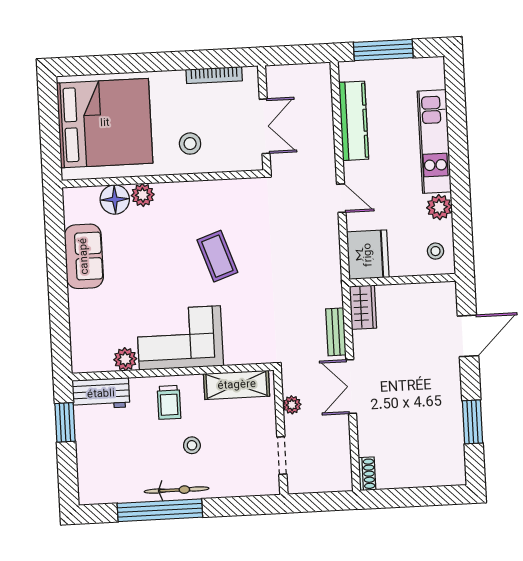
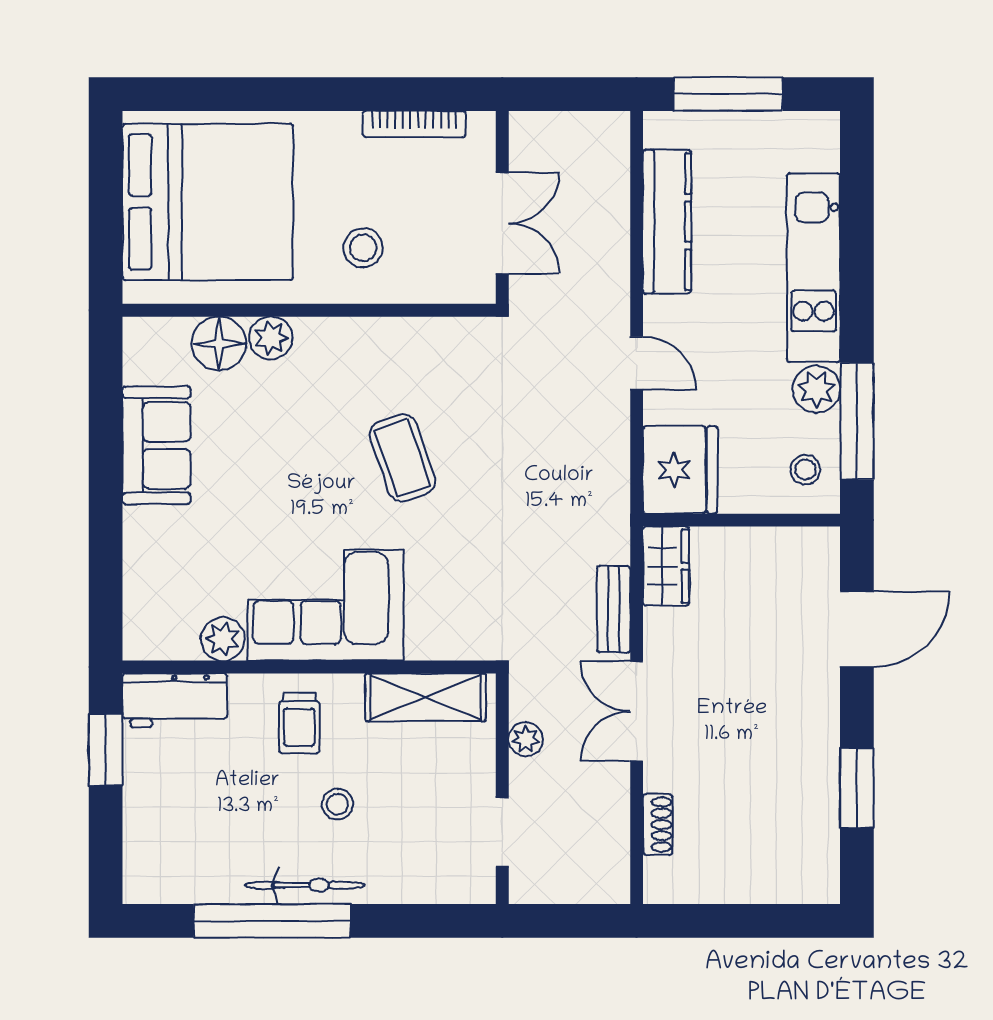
window: (462, 223) -> (857, 421), added
shoe rack: (367, 474) -> (658, 824), moved

